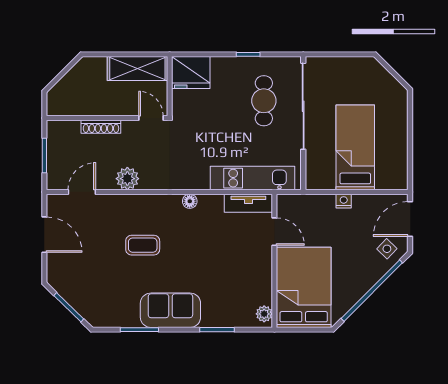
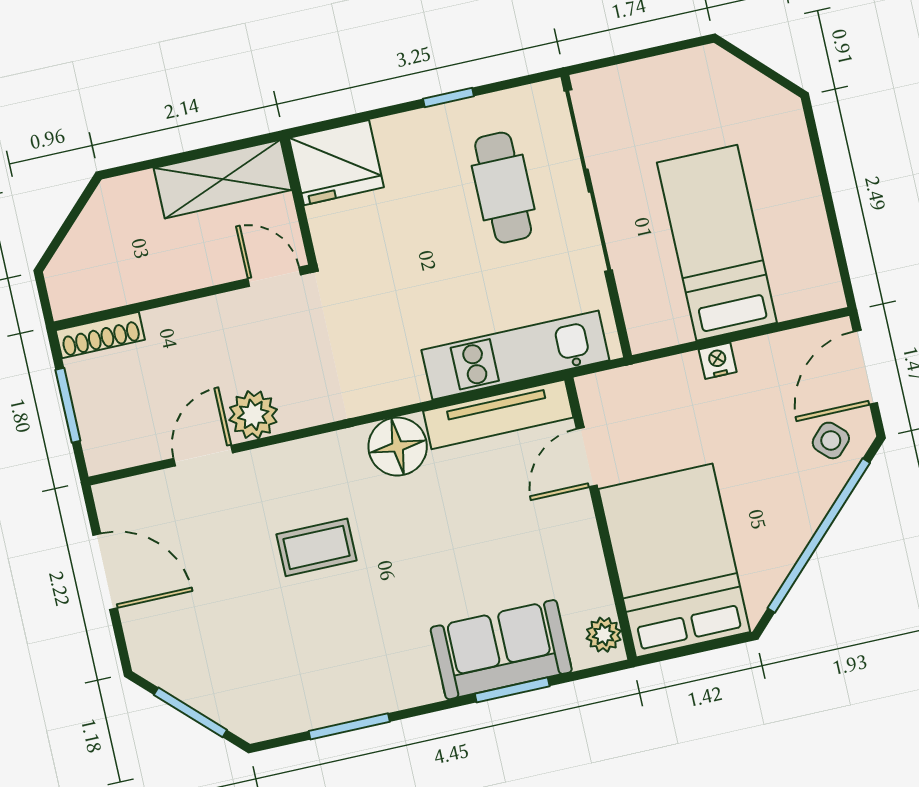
shoe rack: (101, 127) -> (100, 335), moved
door: (82, 192) -> (203, 456), moved
floor lamp: (190, 201) -> (398, 447), width x1.89, depth x1.89
tv unit: (248, 203) -> (498, 414), width x1.41
door: (274, 232) -> (587, 457), swing flipped
sofa: (170, 310) -> (501, 650), moved

